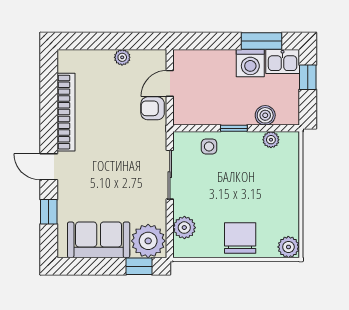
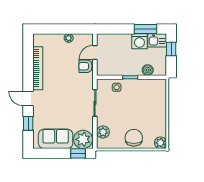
plant: (271, 140) -> (151, 84), removed

